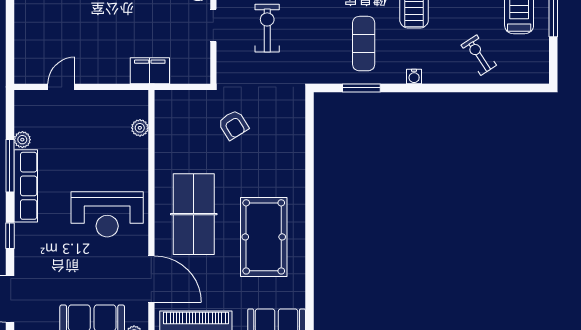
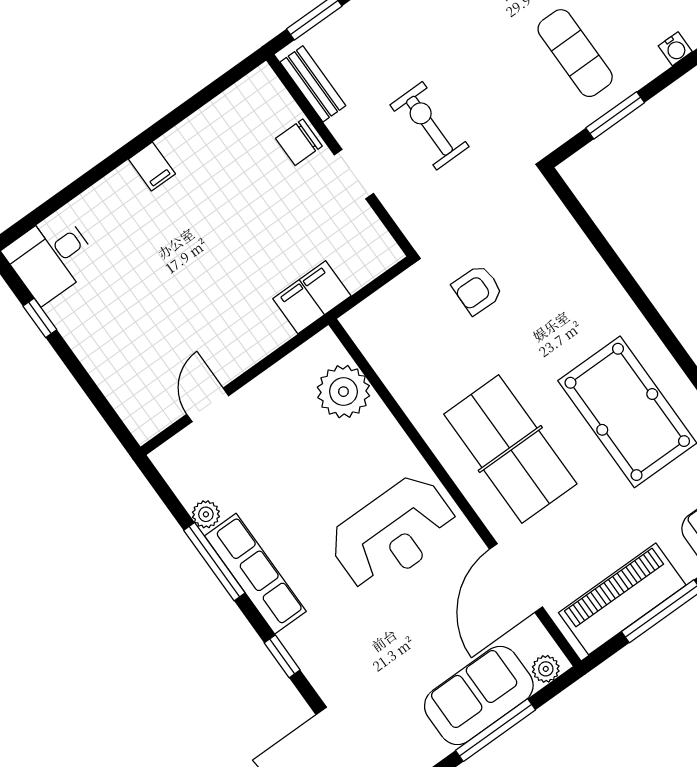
armchair: (233, 125) -> (477, 290), turned 123
plant: (140, 128) -> (343, 392), width x1.88, depth x1.88
door: (151, 279) -> (516, 578), swing flipped

